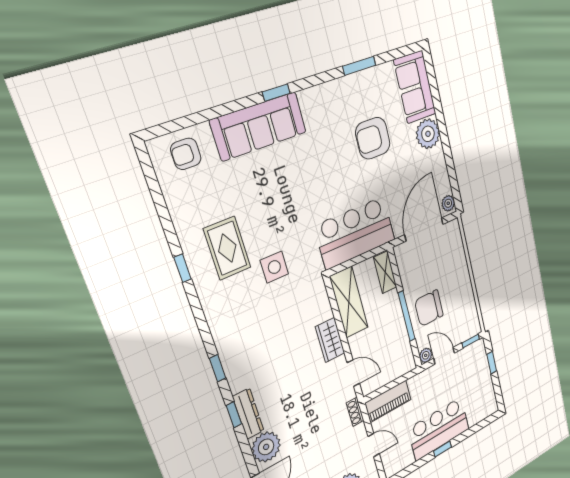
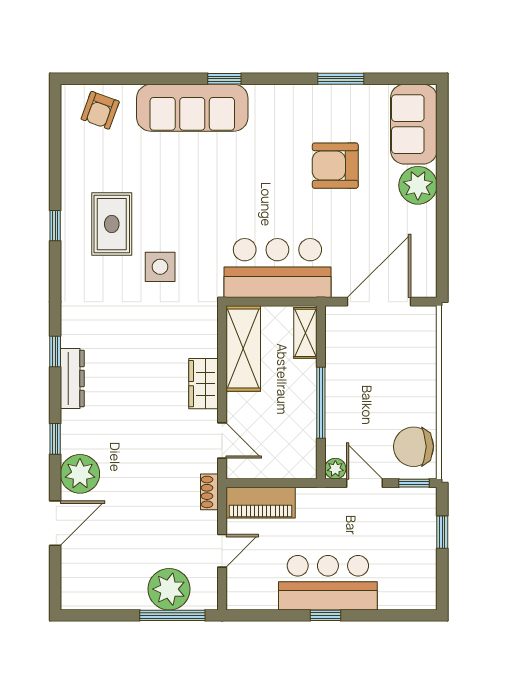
armchair: (186, 154) -> (100, 110), turned -70
plant: (448, 203) -> (426, 282), removed
chair: (429, 308) -> (414, 447), moved
dresser: (248, 414) -> (72, 378), moved
window: (234, 415) -> (55, 439), moved
door: (374, 445) -> (222, 551), hinge flipped

